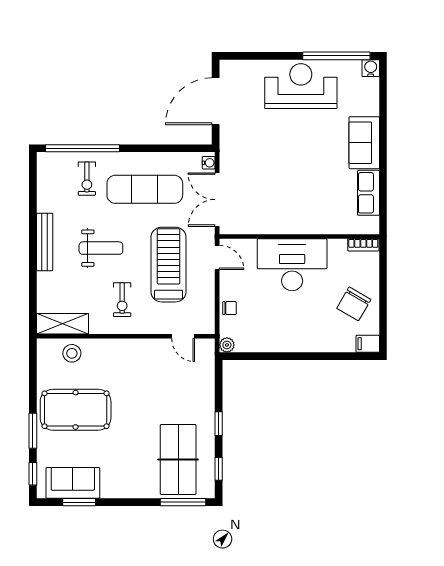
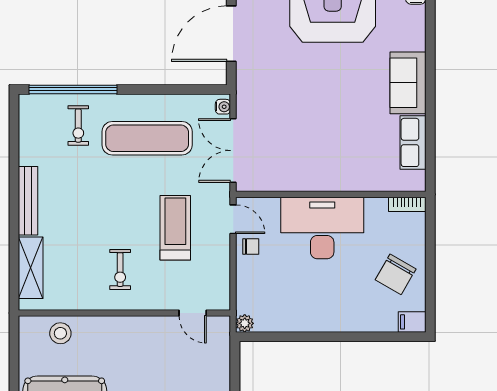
weight bench: (101, 248) -> (95, 208), removed
treadmill: (169, 265) -> (175, 228), width x0.73, depth x0.73
chair: (229, 308) -> (251, 247), moved
shelving: (62, 324) -> (31, 268), moved, turned 90

